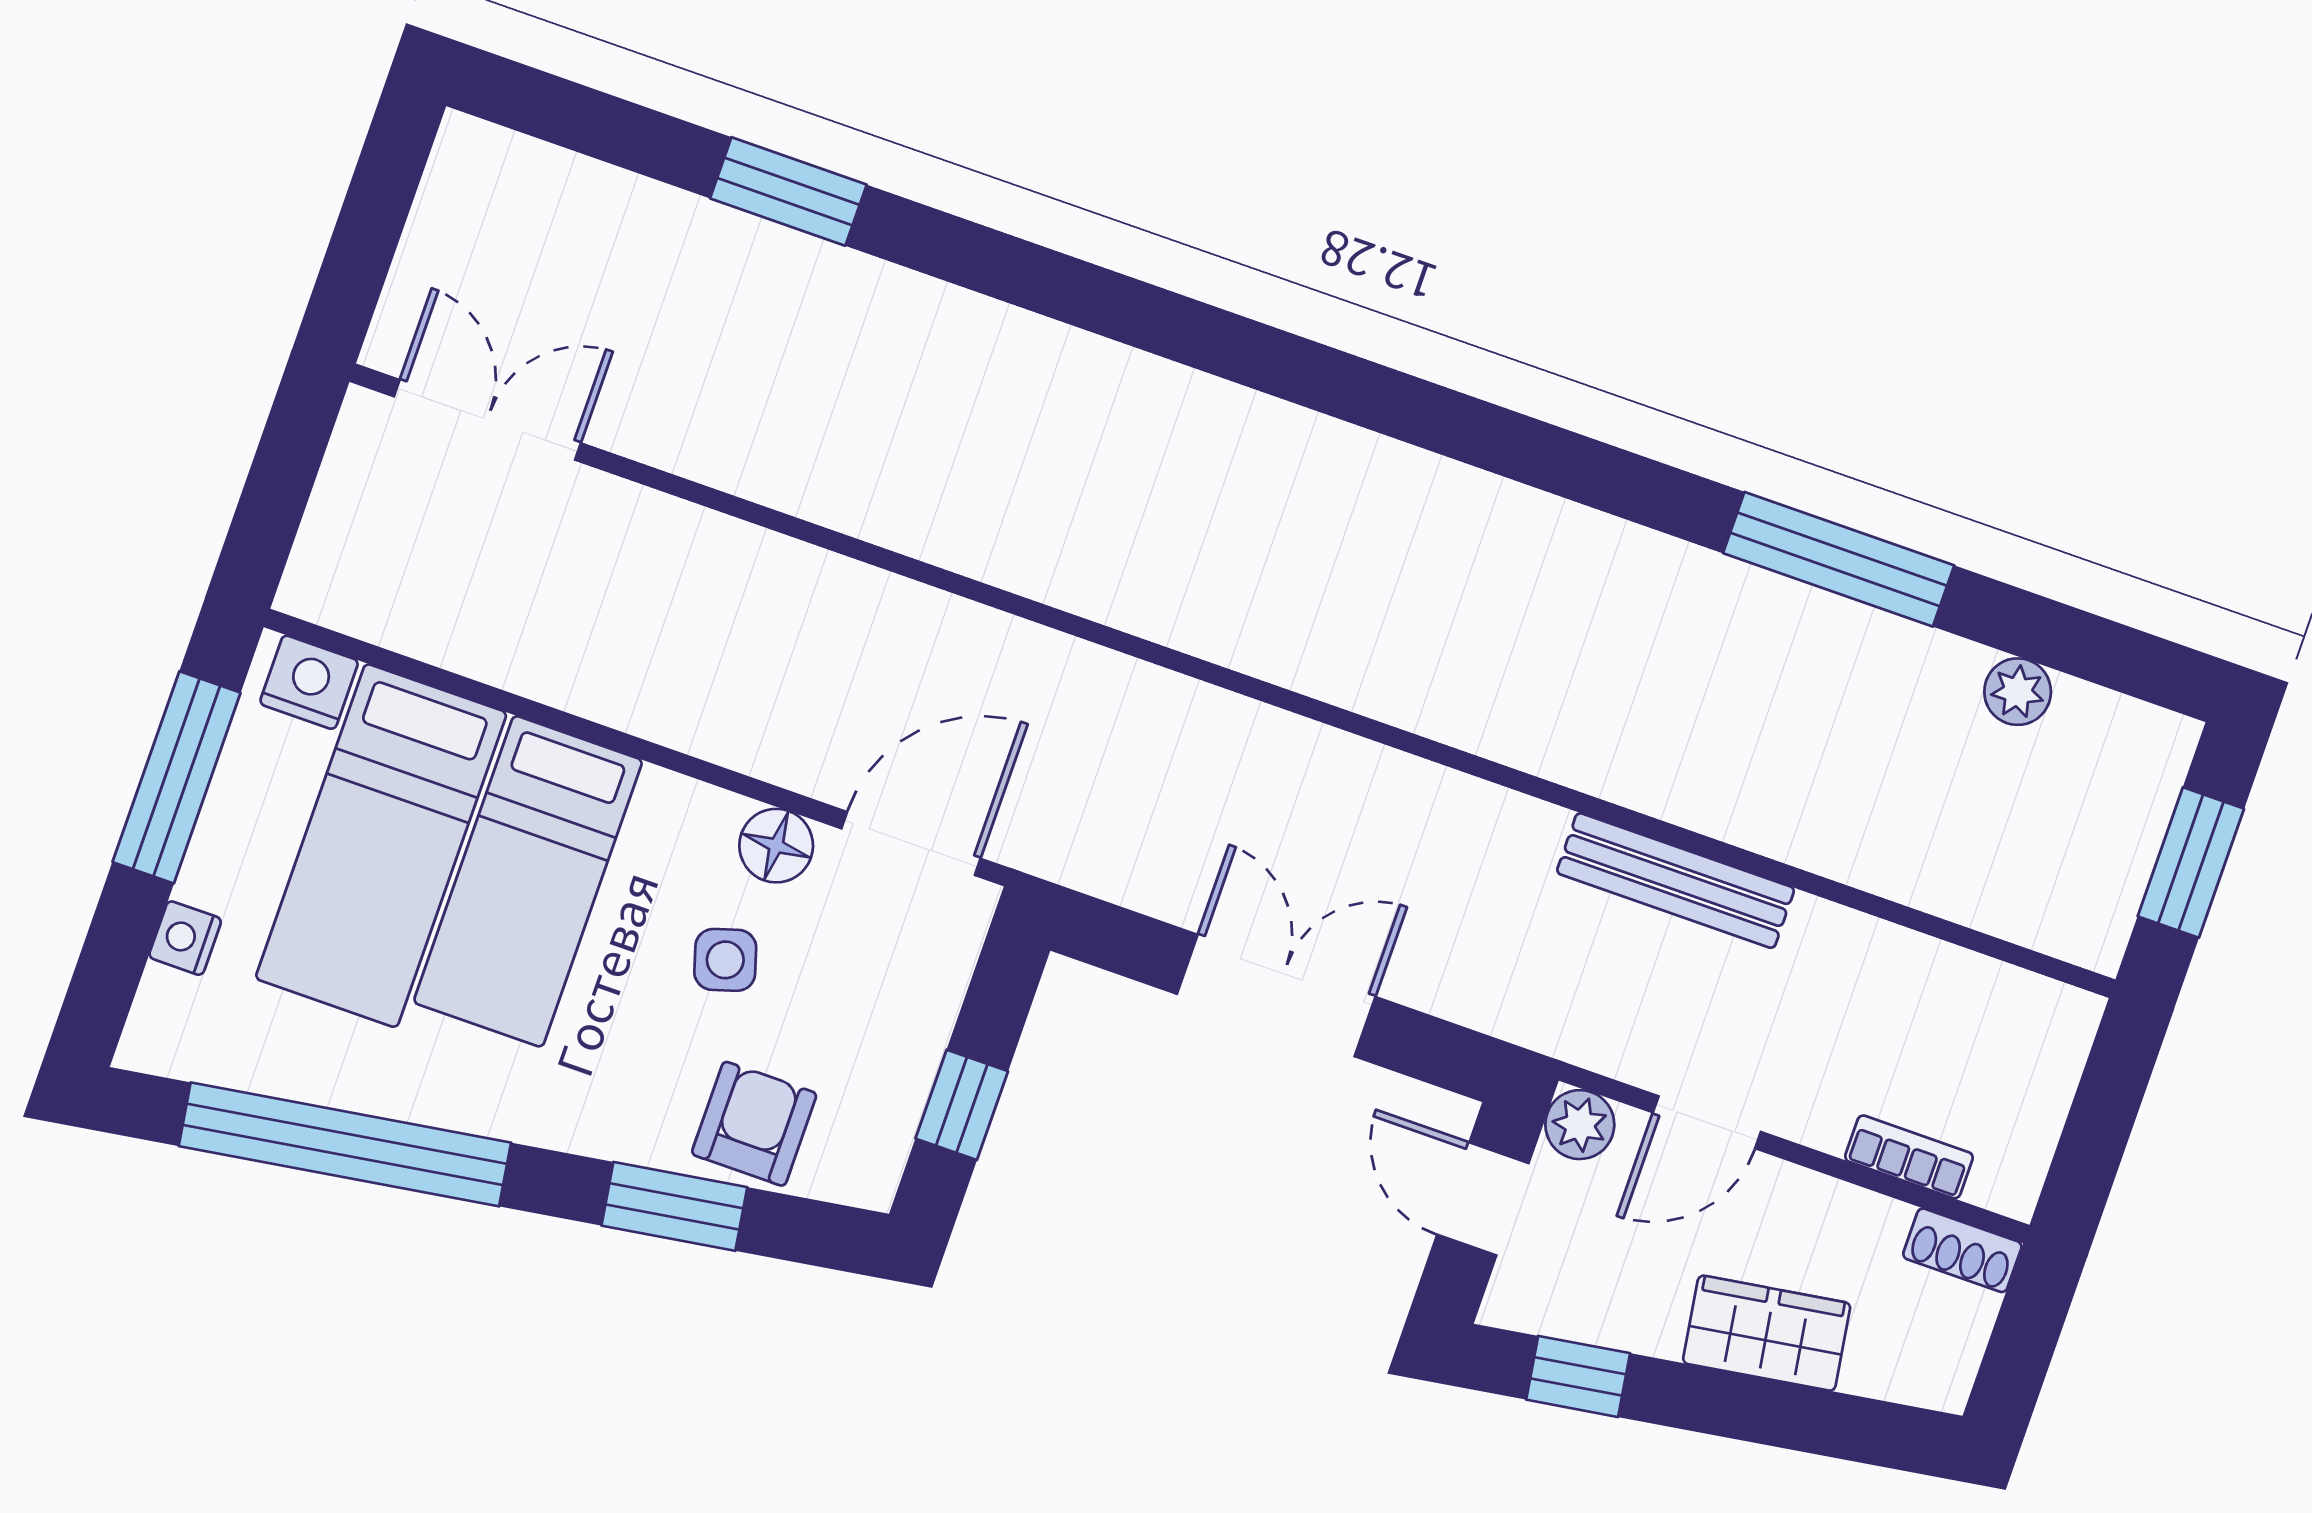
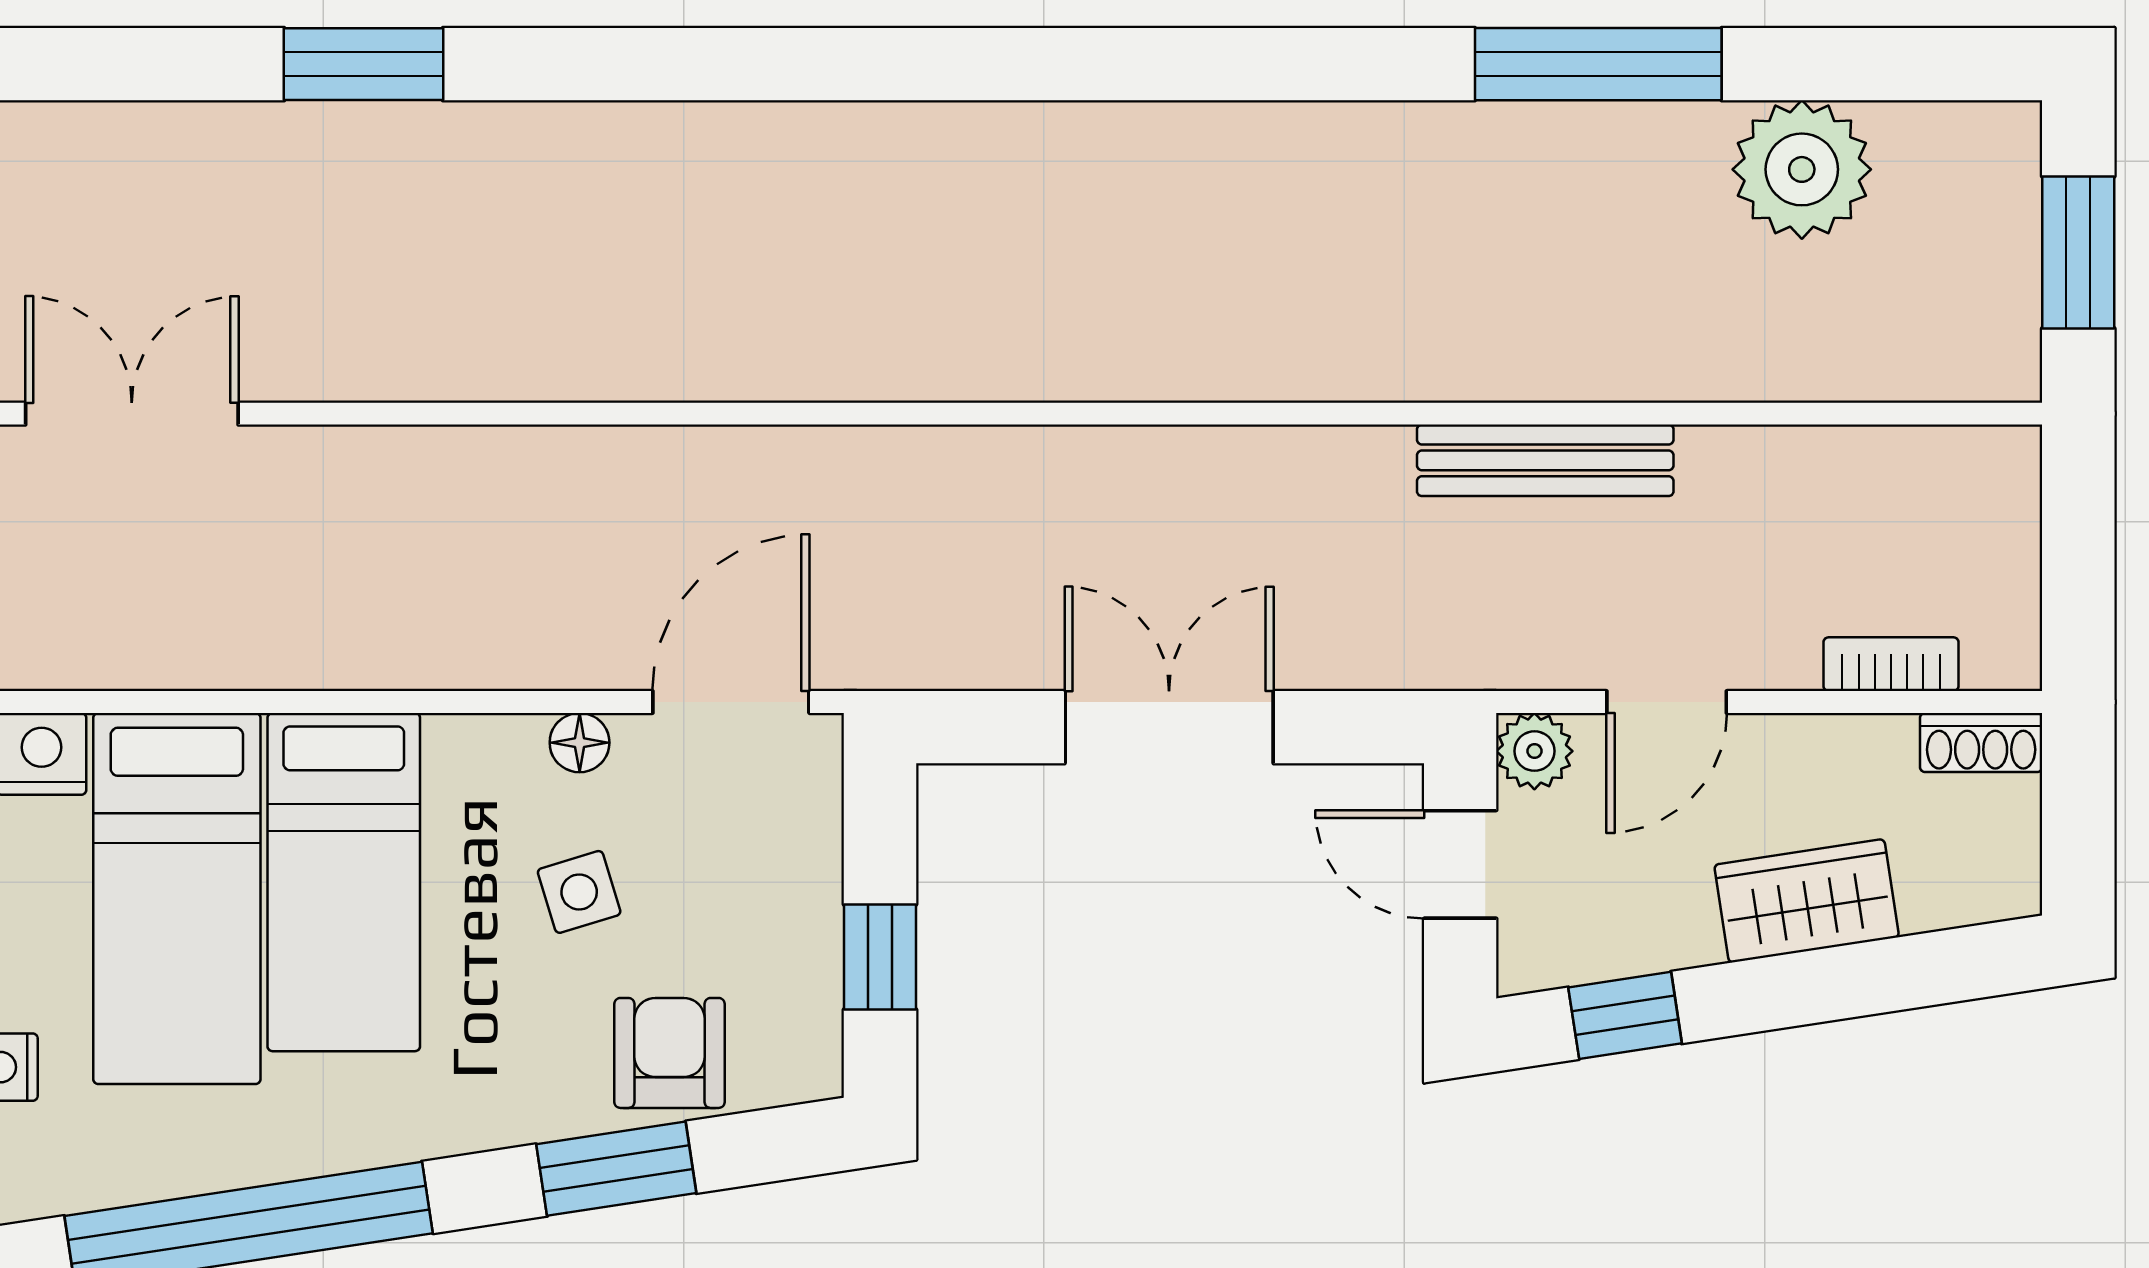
plant: (2018, 692) -> (1802, 169), width x1.88, depth x1.88
floor lamp: (776, 846) -> (580, 743), width x0.73, depth x0.73

